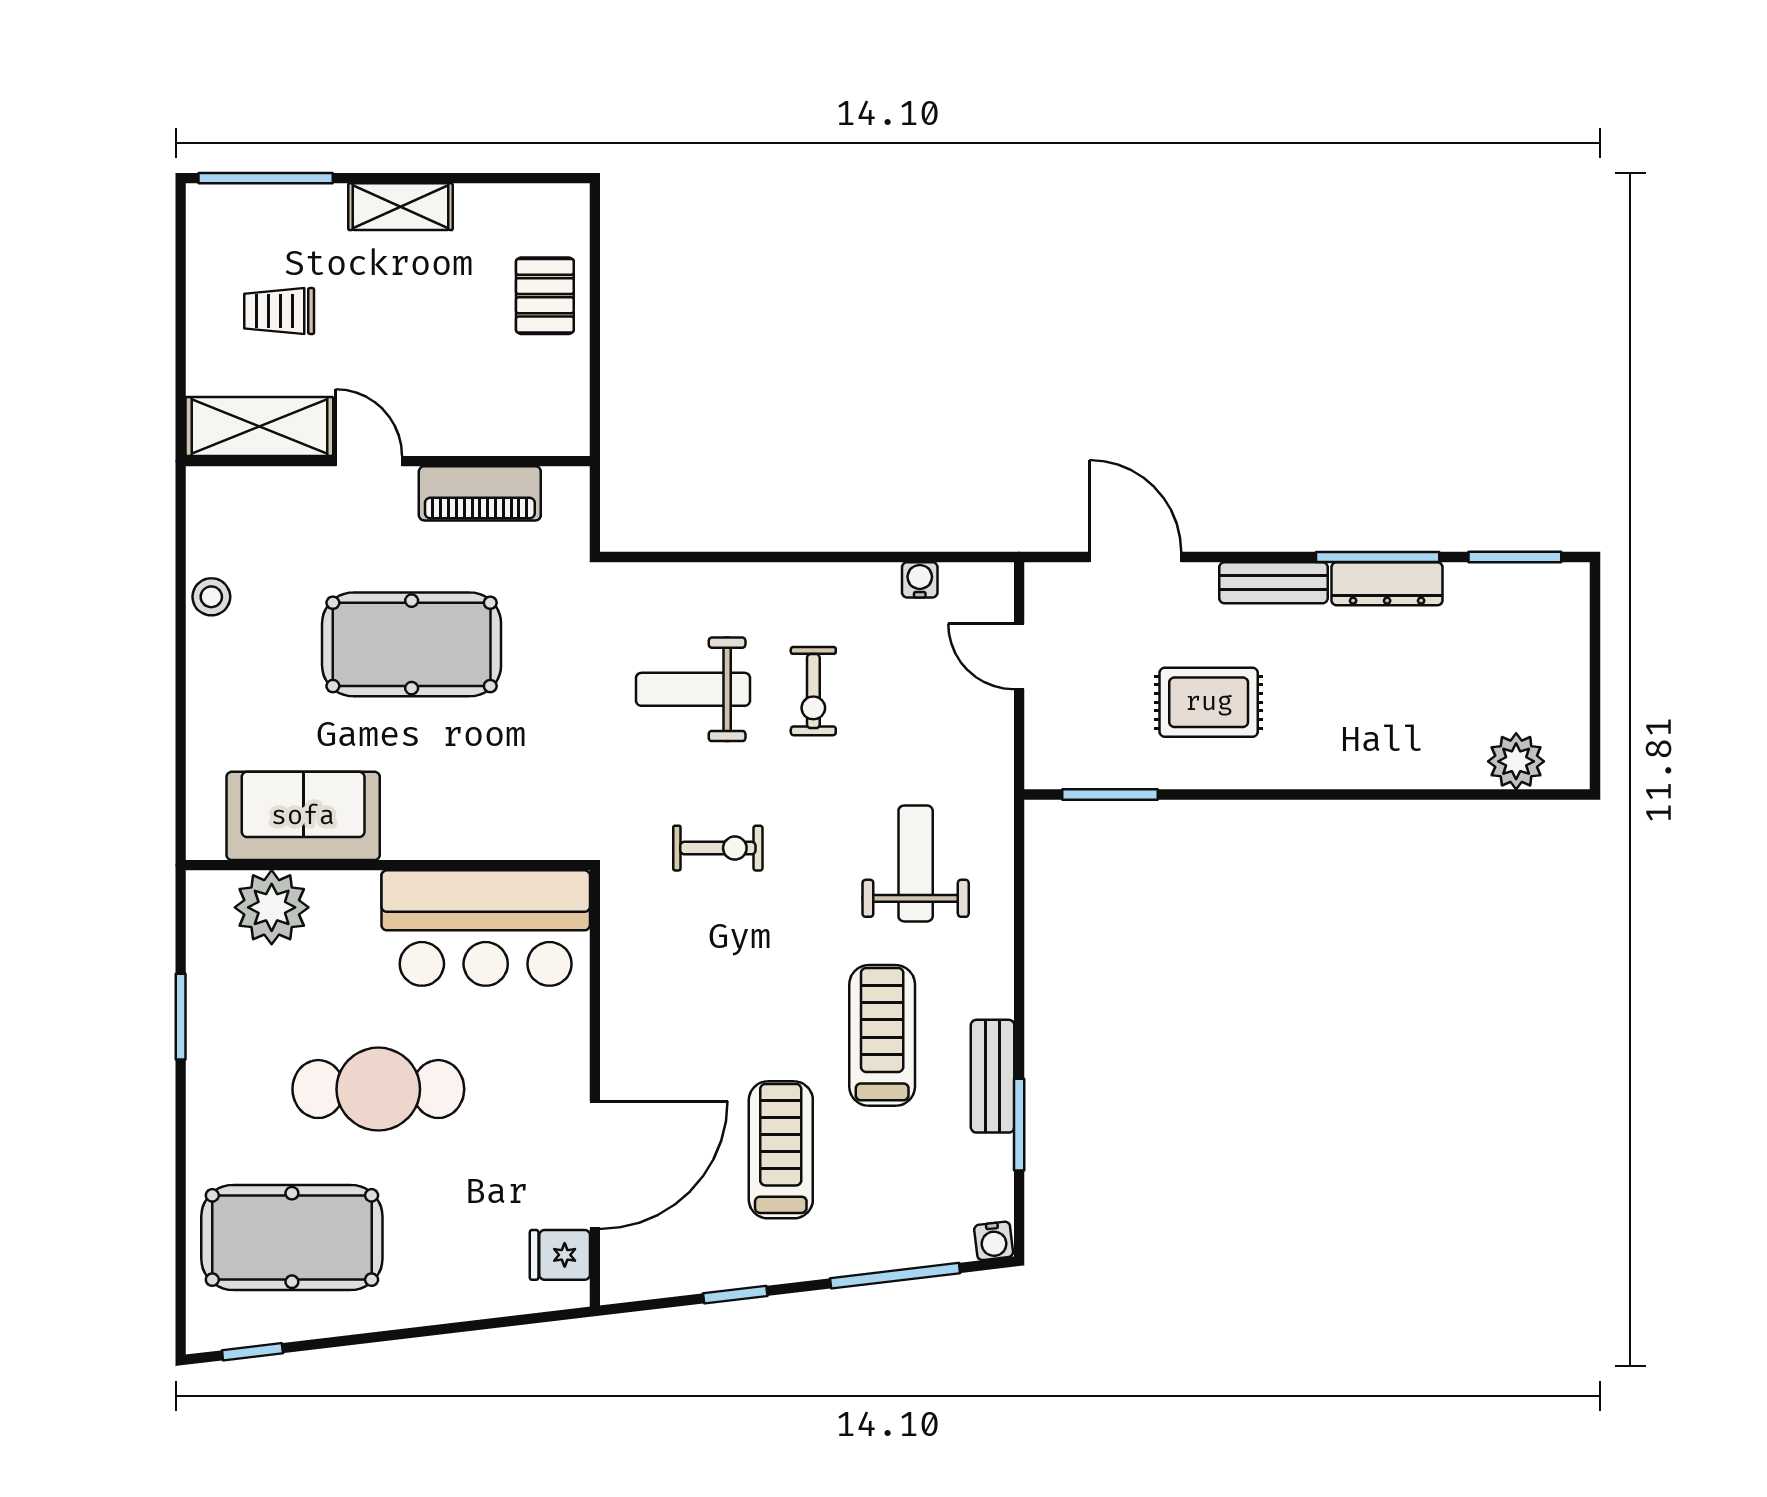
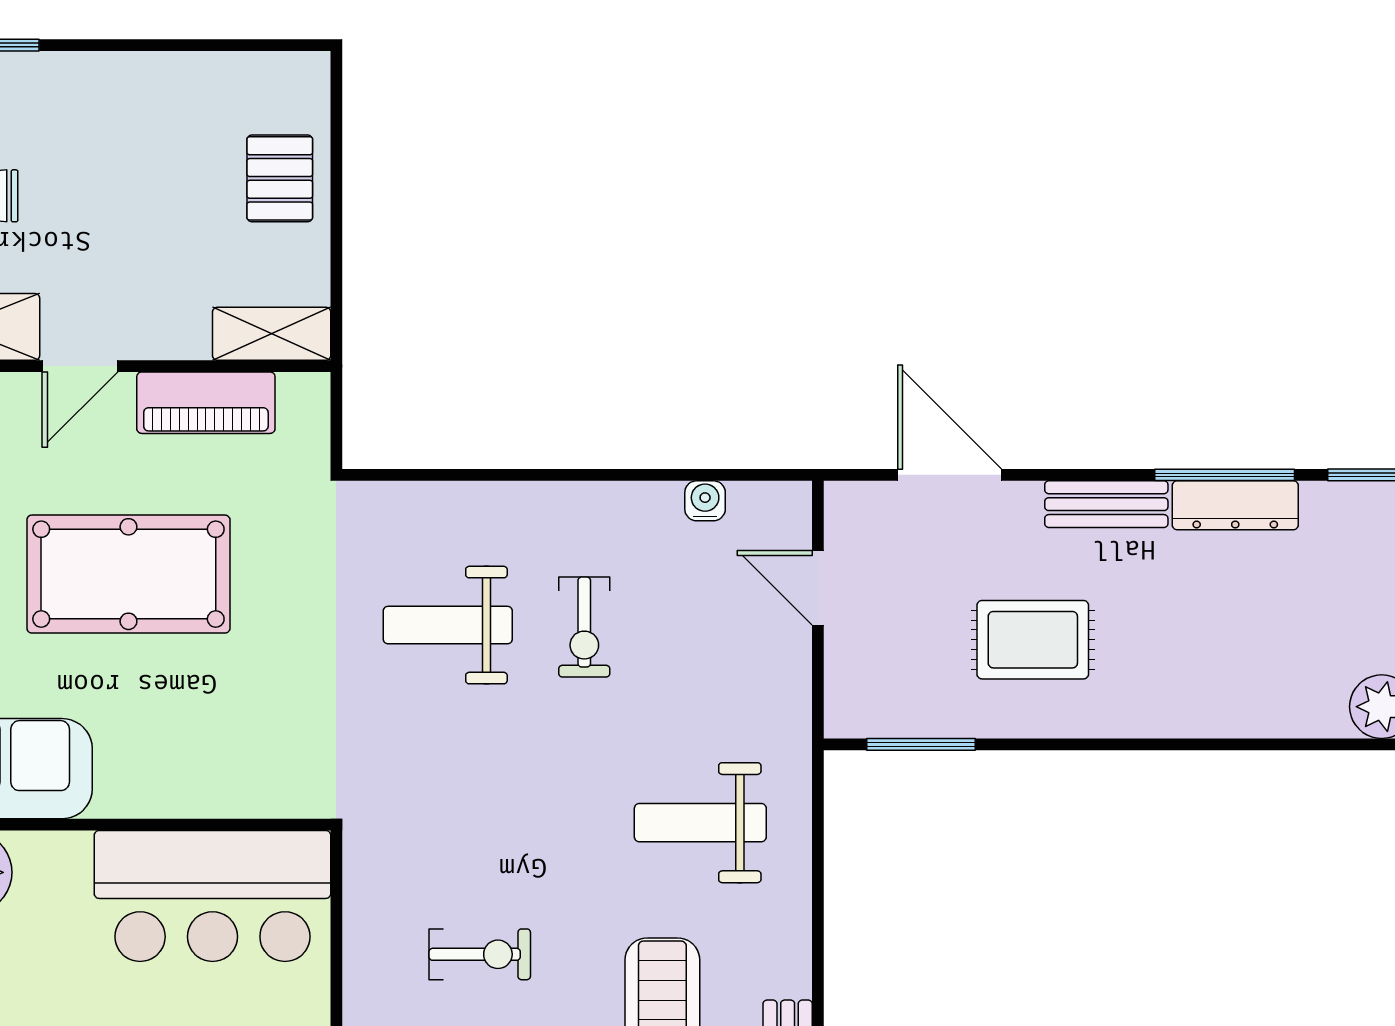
shelving: (400, 207) -> (272, 334), moved
door: (369, 461) -> (80, 366), swing flipped
exercise bike: (718, 848) -> (480, 954), moved
weight bench: (916, 863) -> (700, 823), turned -90

